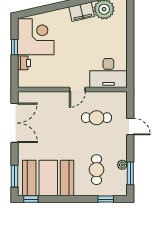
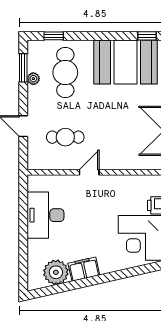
desk: (108, 73) -> (45, 215), moved, turned -90
cafe table: (97, 170) -> (65, 73), width x1.37, depth x1.35

